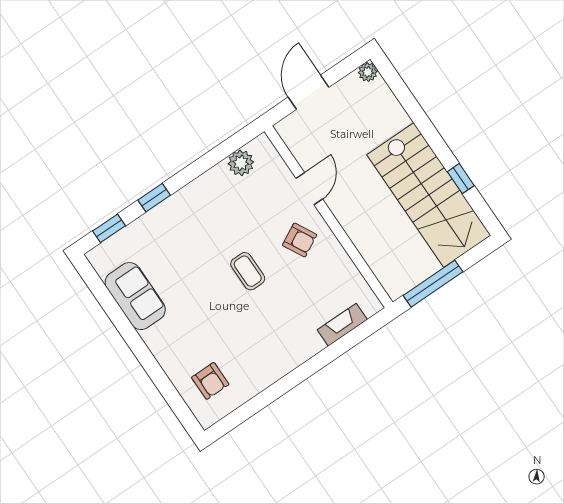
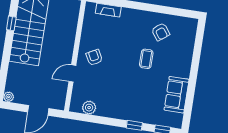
coffee table: (248, 271) -> (146, 59), moved
armchair: (210, 381) -> (161, 32), moved, turned 143

